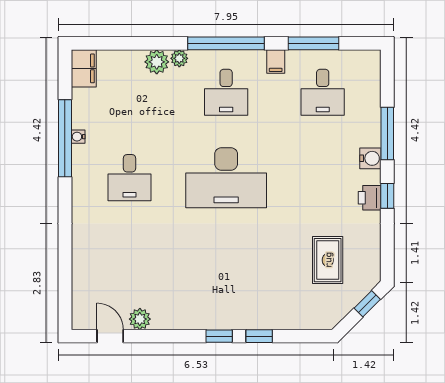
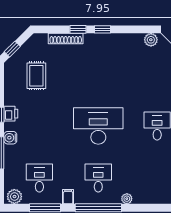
plant: (157, 62) -> (14, 197), moved
shoe rack: (280, 321) -> (66, 39), added

